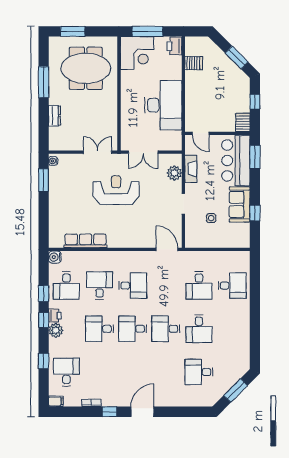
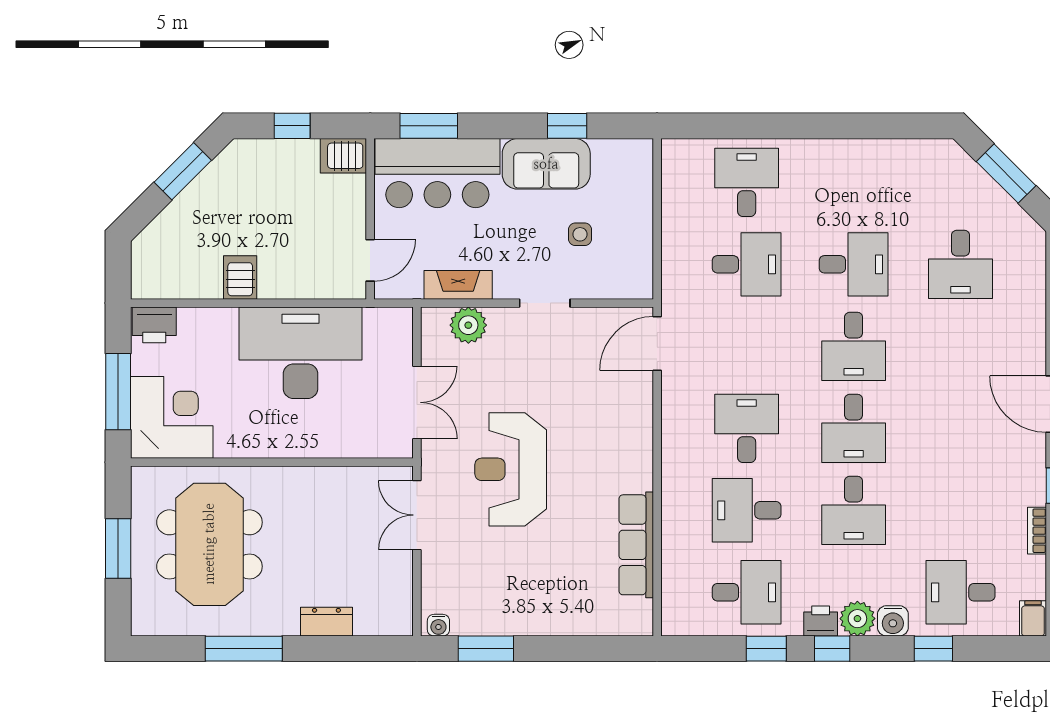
window: (73, 31) -> (118, 549), moved
server rack: (194, 63) -> (240, 277), moved
water cooler: (55, 257) -> (893, 621), moved

